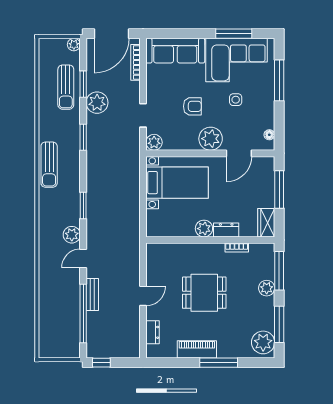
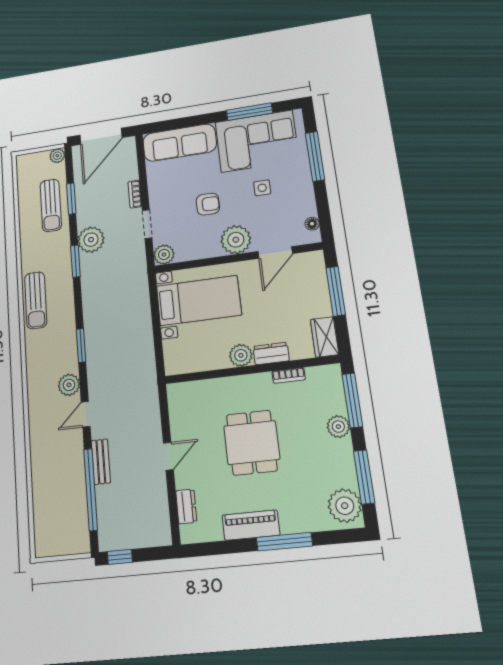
bookcase: (135, 62) -> (135, 194), moved, width x0.64
plant: (97, 103) -> (91, 240), moved
dining table: (204, 293) -> (252, 443), turned 90

